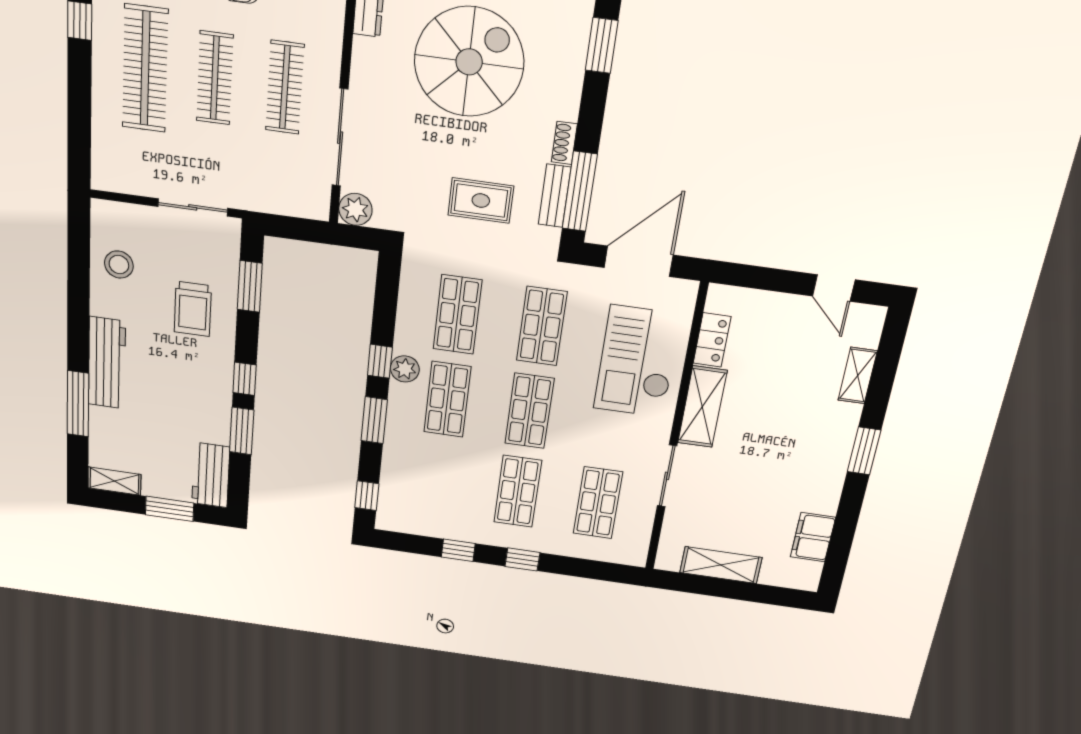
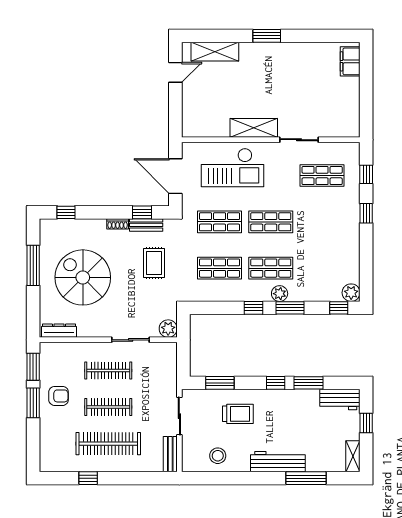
window: (602, 45) -> (66, 212), width x0.67
sliding door: (340, 138) -> (131, 340), width x0.73
bench: (123, 181) -> (170, 454), added
window: (580, 191) -> (142, 212), width x0.46
locker: (712, 340) -> (214, 130), removed
plant: (405, 369) -> (280, 294), moved
shelving: (858, 376) -> (215, 52), width x1.50, depth x1.33
shop shelf: (518, 491) -> (322, 222), removed
window: (169, 509) -> (366, 423), width x0.67
plant: (391, 518) -> (351, 293), added
filing cabinet: (813, 537) -> (350, 61), moved, turned 90
window: (458, 550) -> (366, 174), moved
shelving: (721, 565) -> (351, 100), removed

